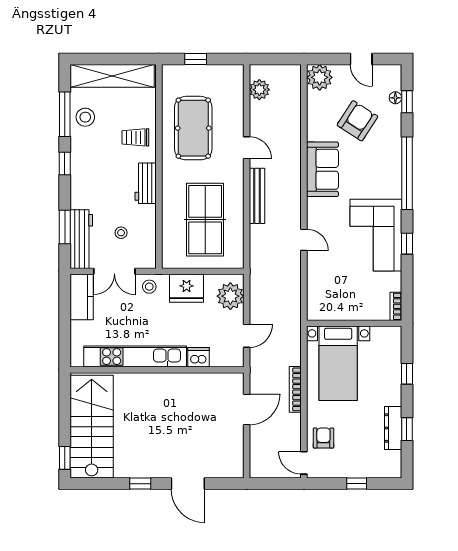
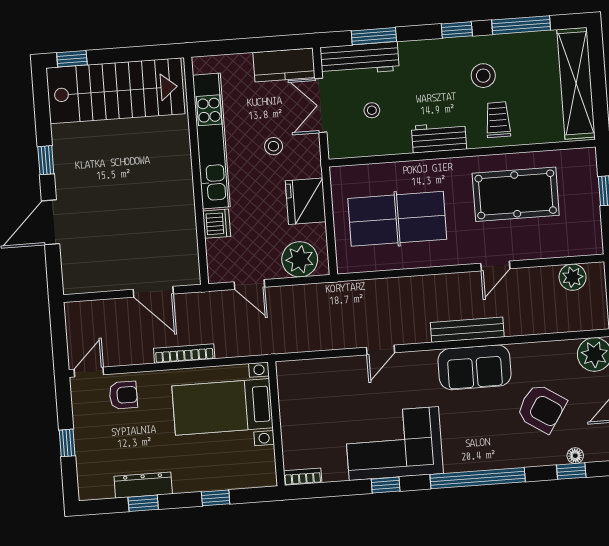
stool: (85, 117) -> (483, 76), moved
bench: (257, 196) -> (467, 330), moved
stool: (149, 287) -> (274, 146), moved

